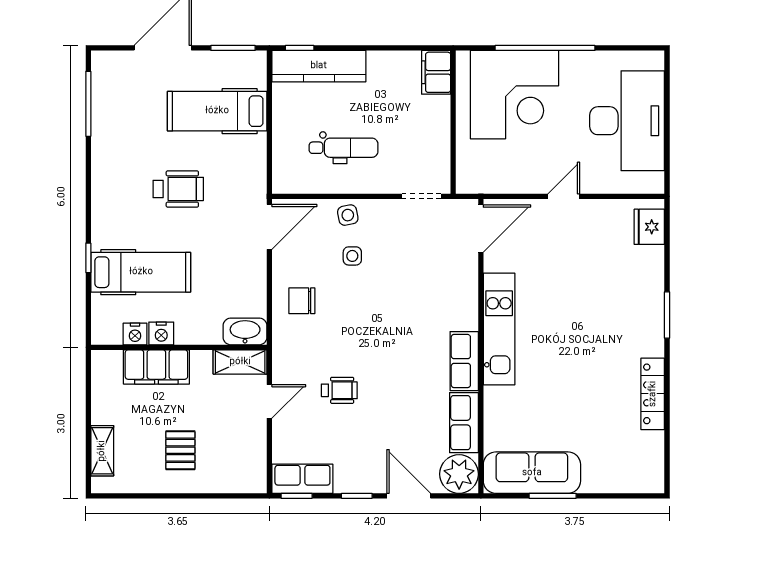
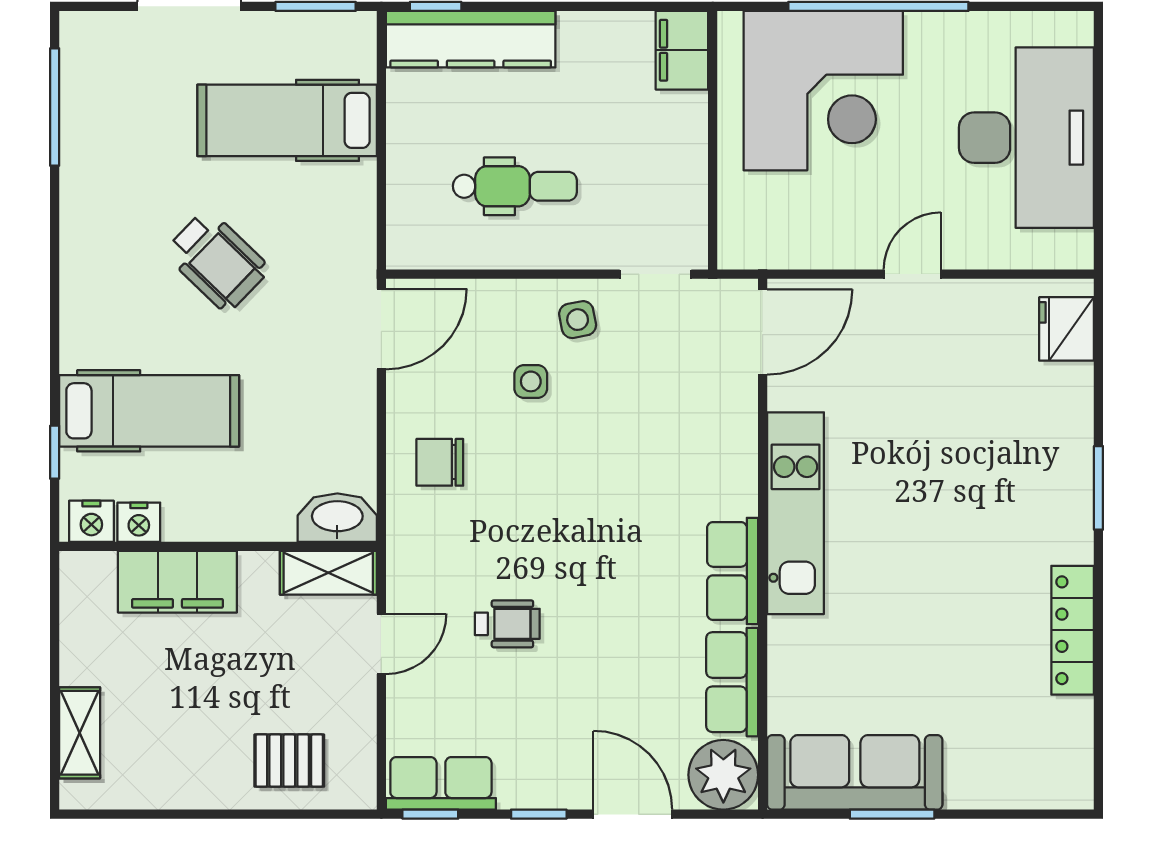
wheelchair: (178, 189) -> (217, 261), turned 44
side table: (348, 215) -> (578, 320), moved
window: (88, 258) -> (55, 452), moved
nightstand: (161, 333) -> (91, 521), moved
pallet: (180, 450) -> (289, 761), moved, turned 90

